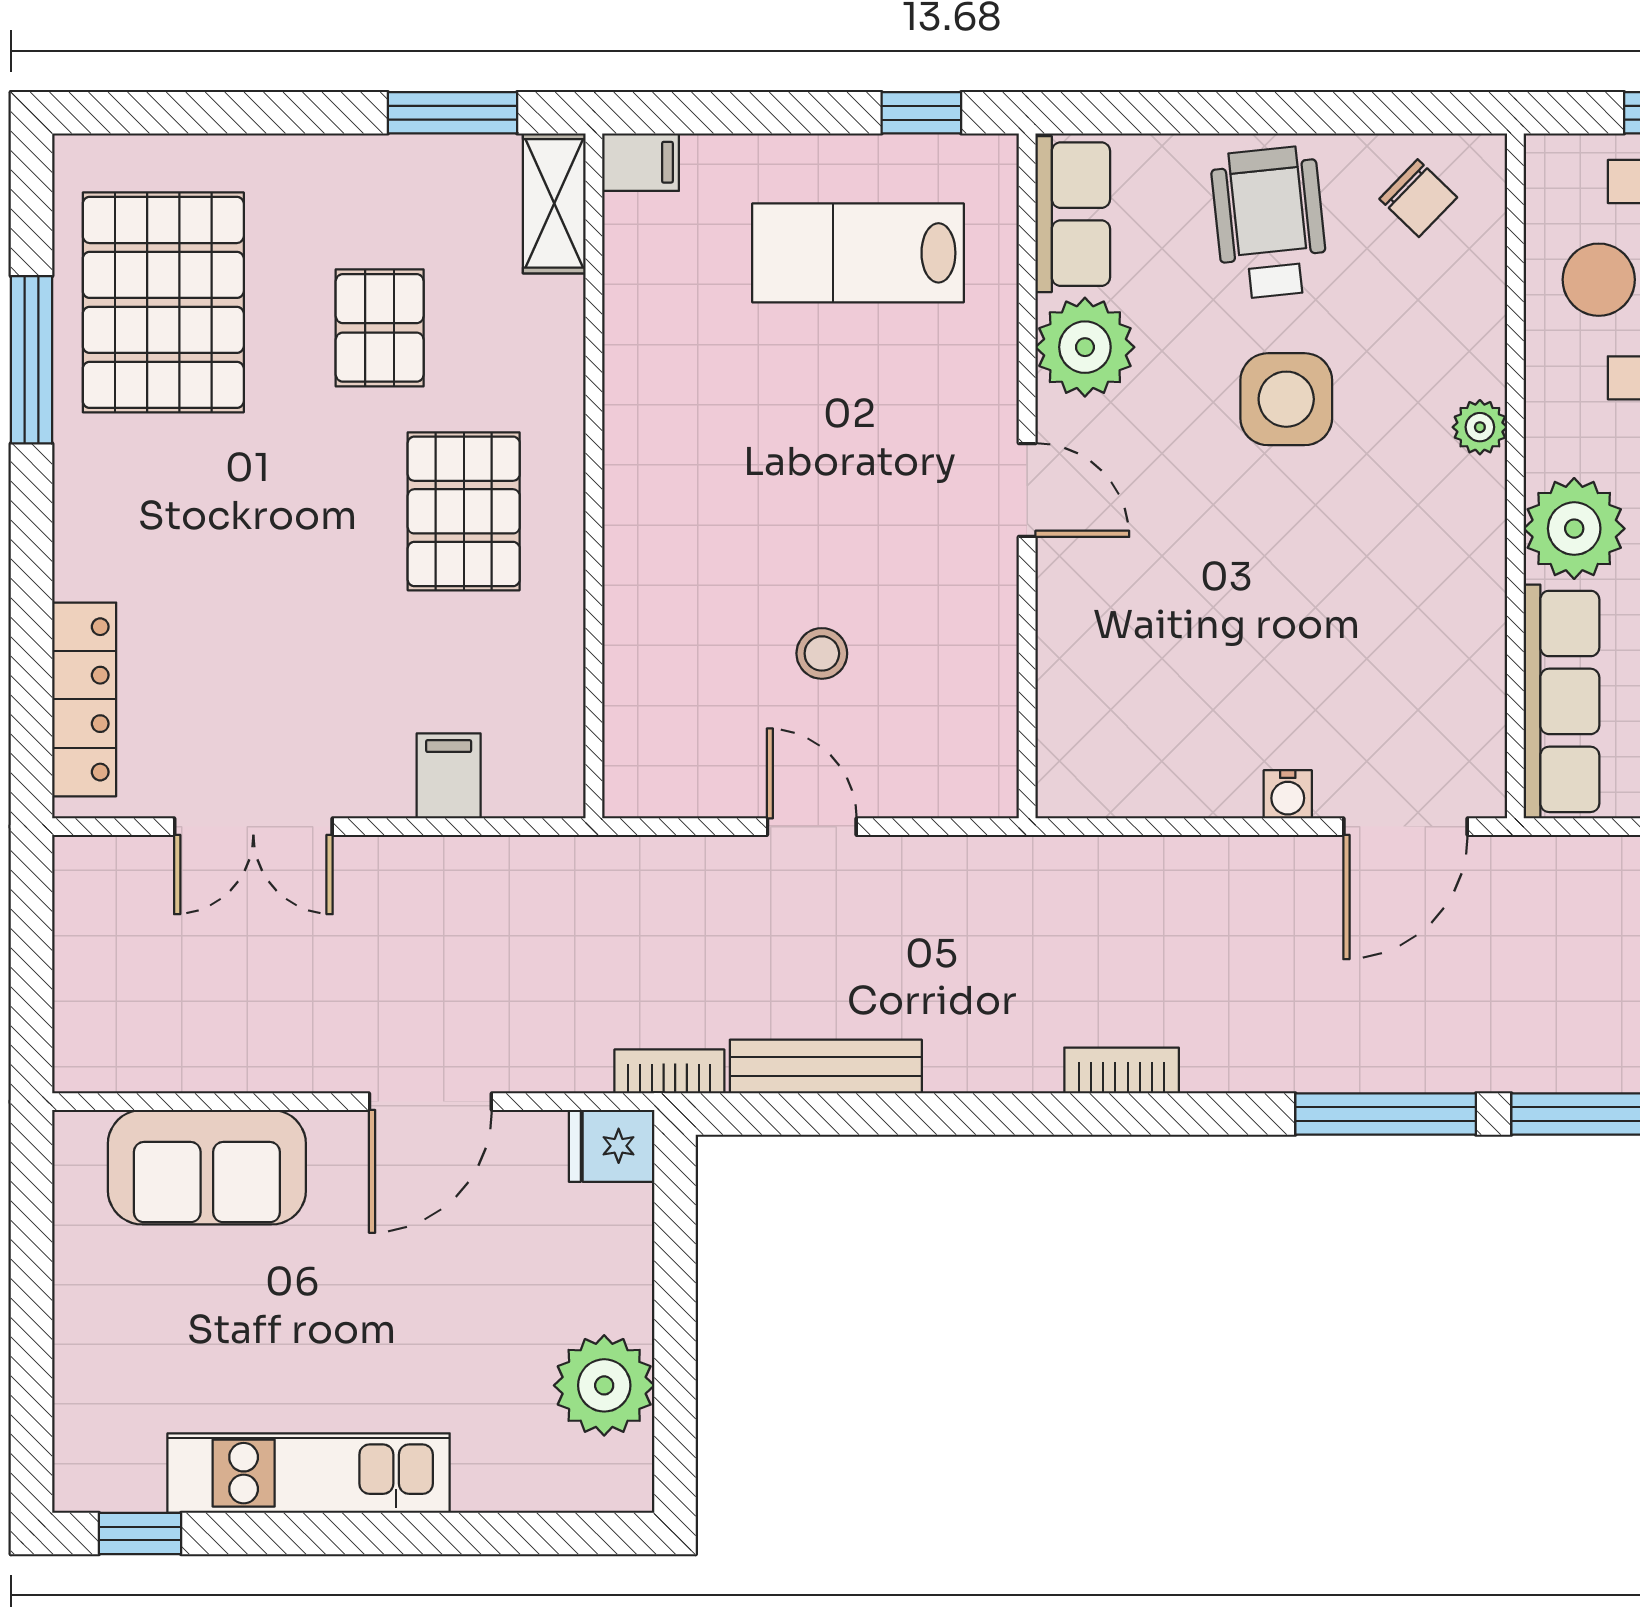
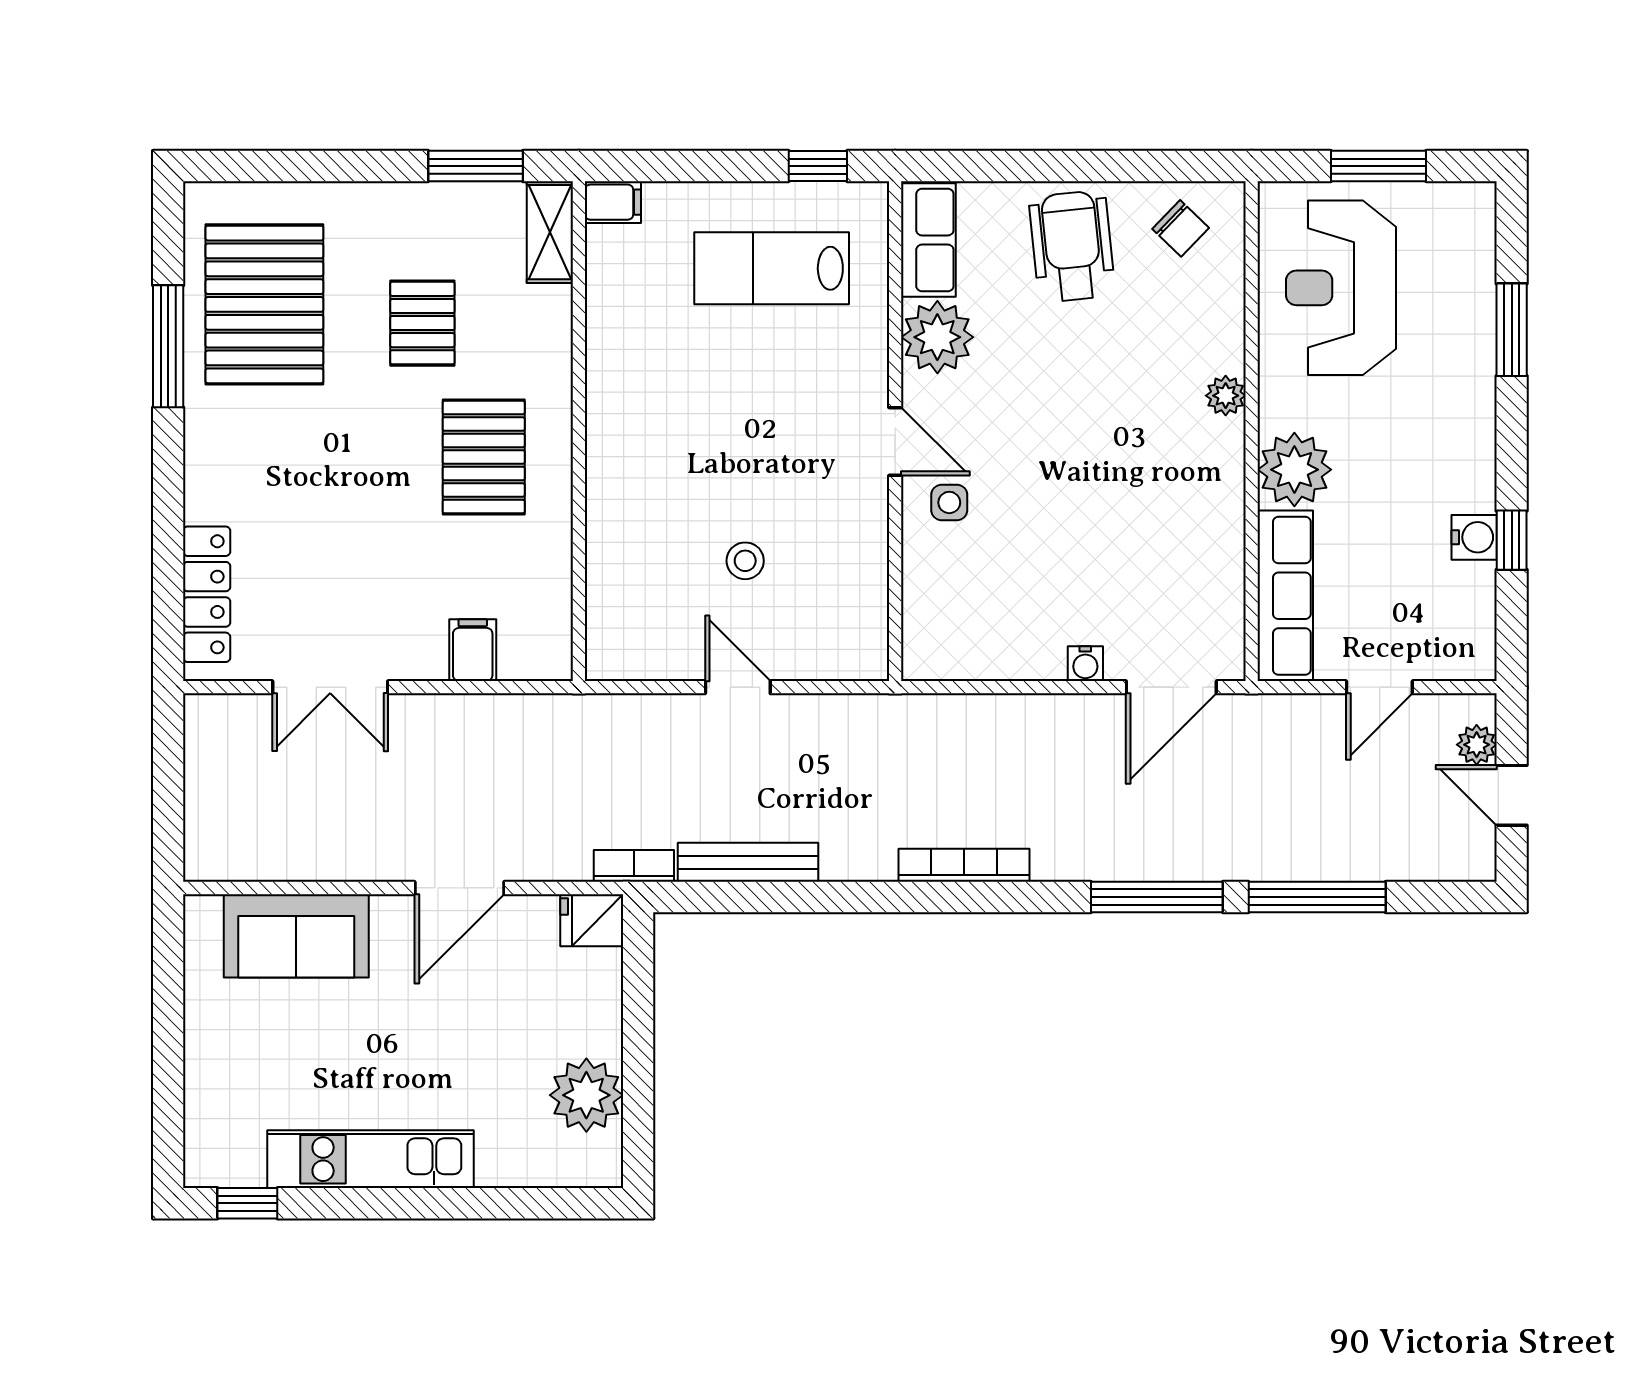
side table: (1286, 399) -> (949, 502), moved, width x0.54, depth x0.54
bookcase: (1122, 1070) -> (964, 865), width x1.56

